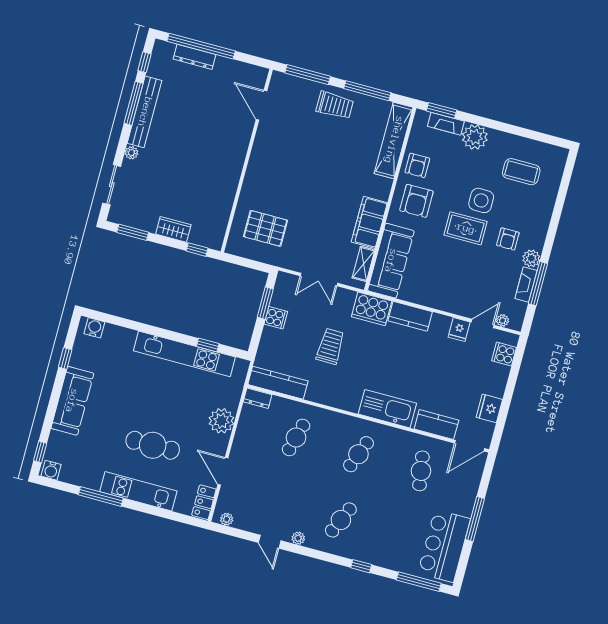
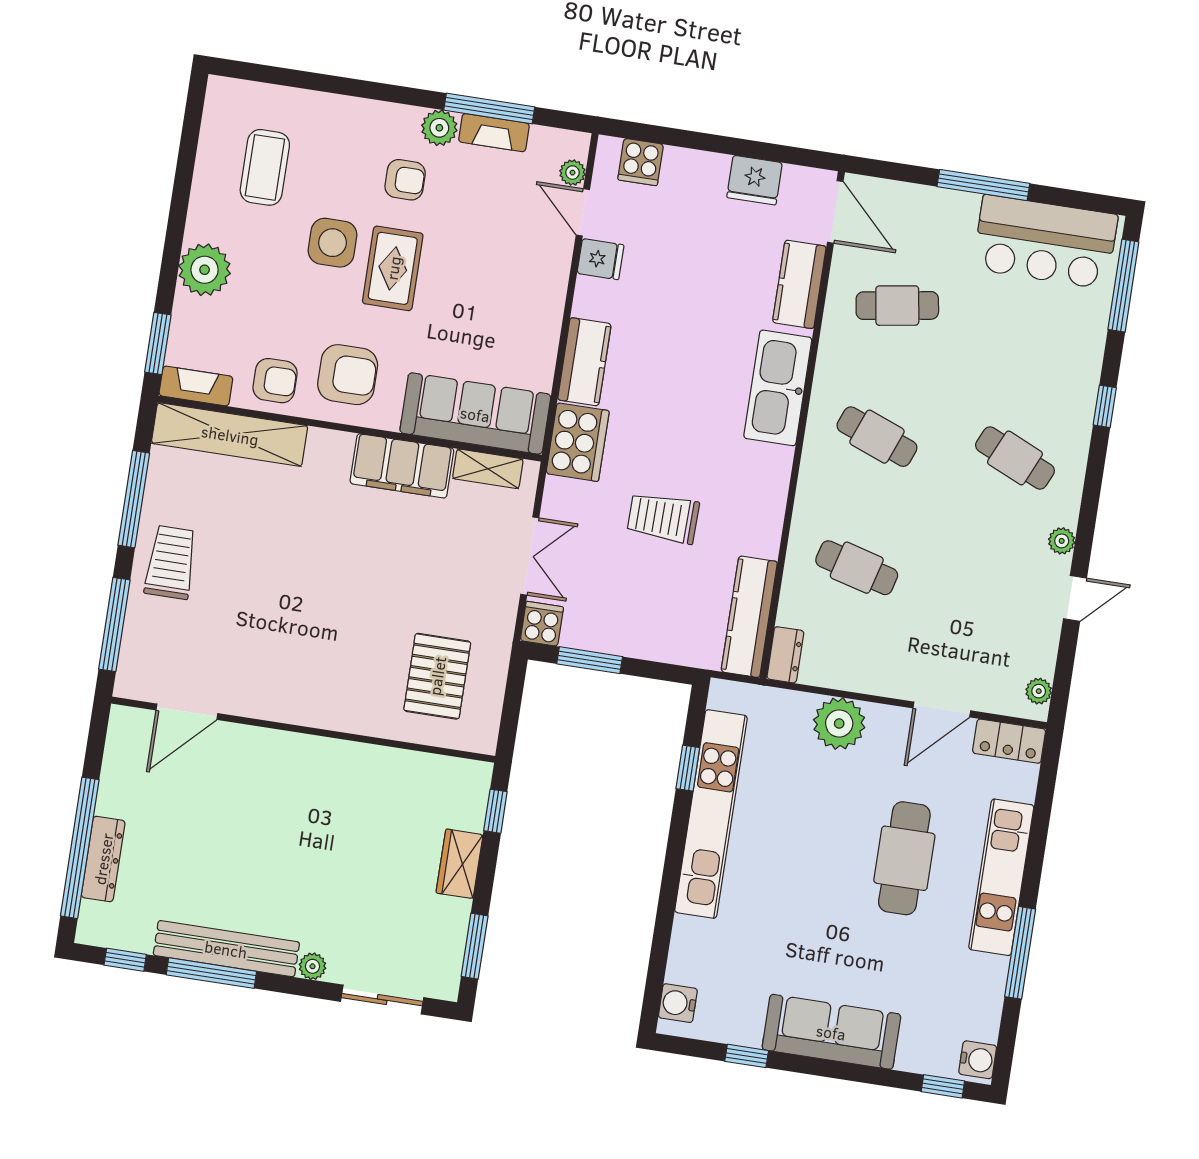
fireplace: (446, 124) -> (196, 386), moved, turned -90
cooker: (276, 318) -> (542, 624), moved

